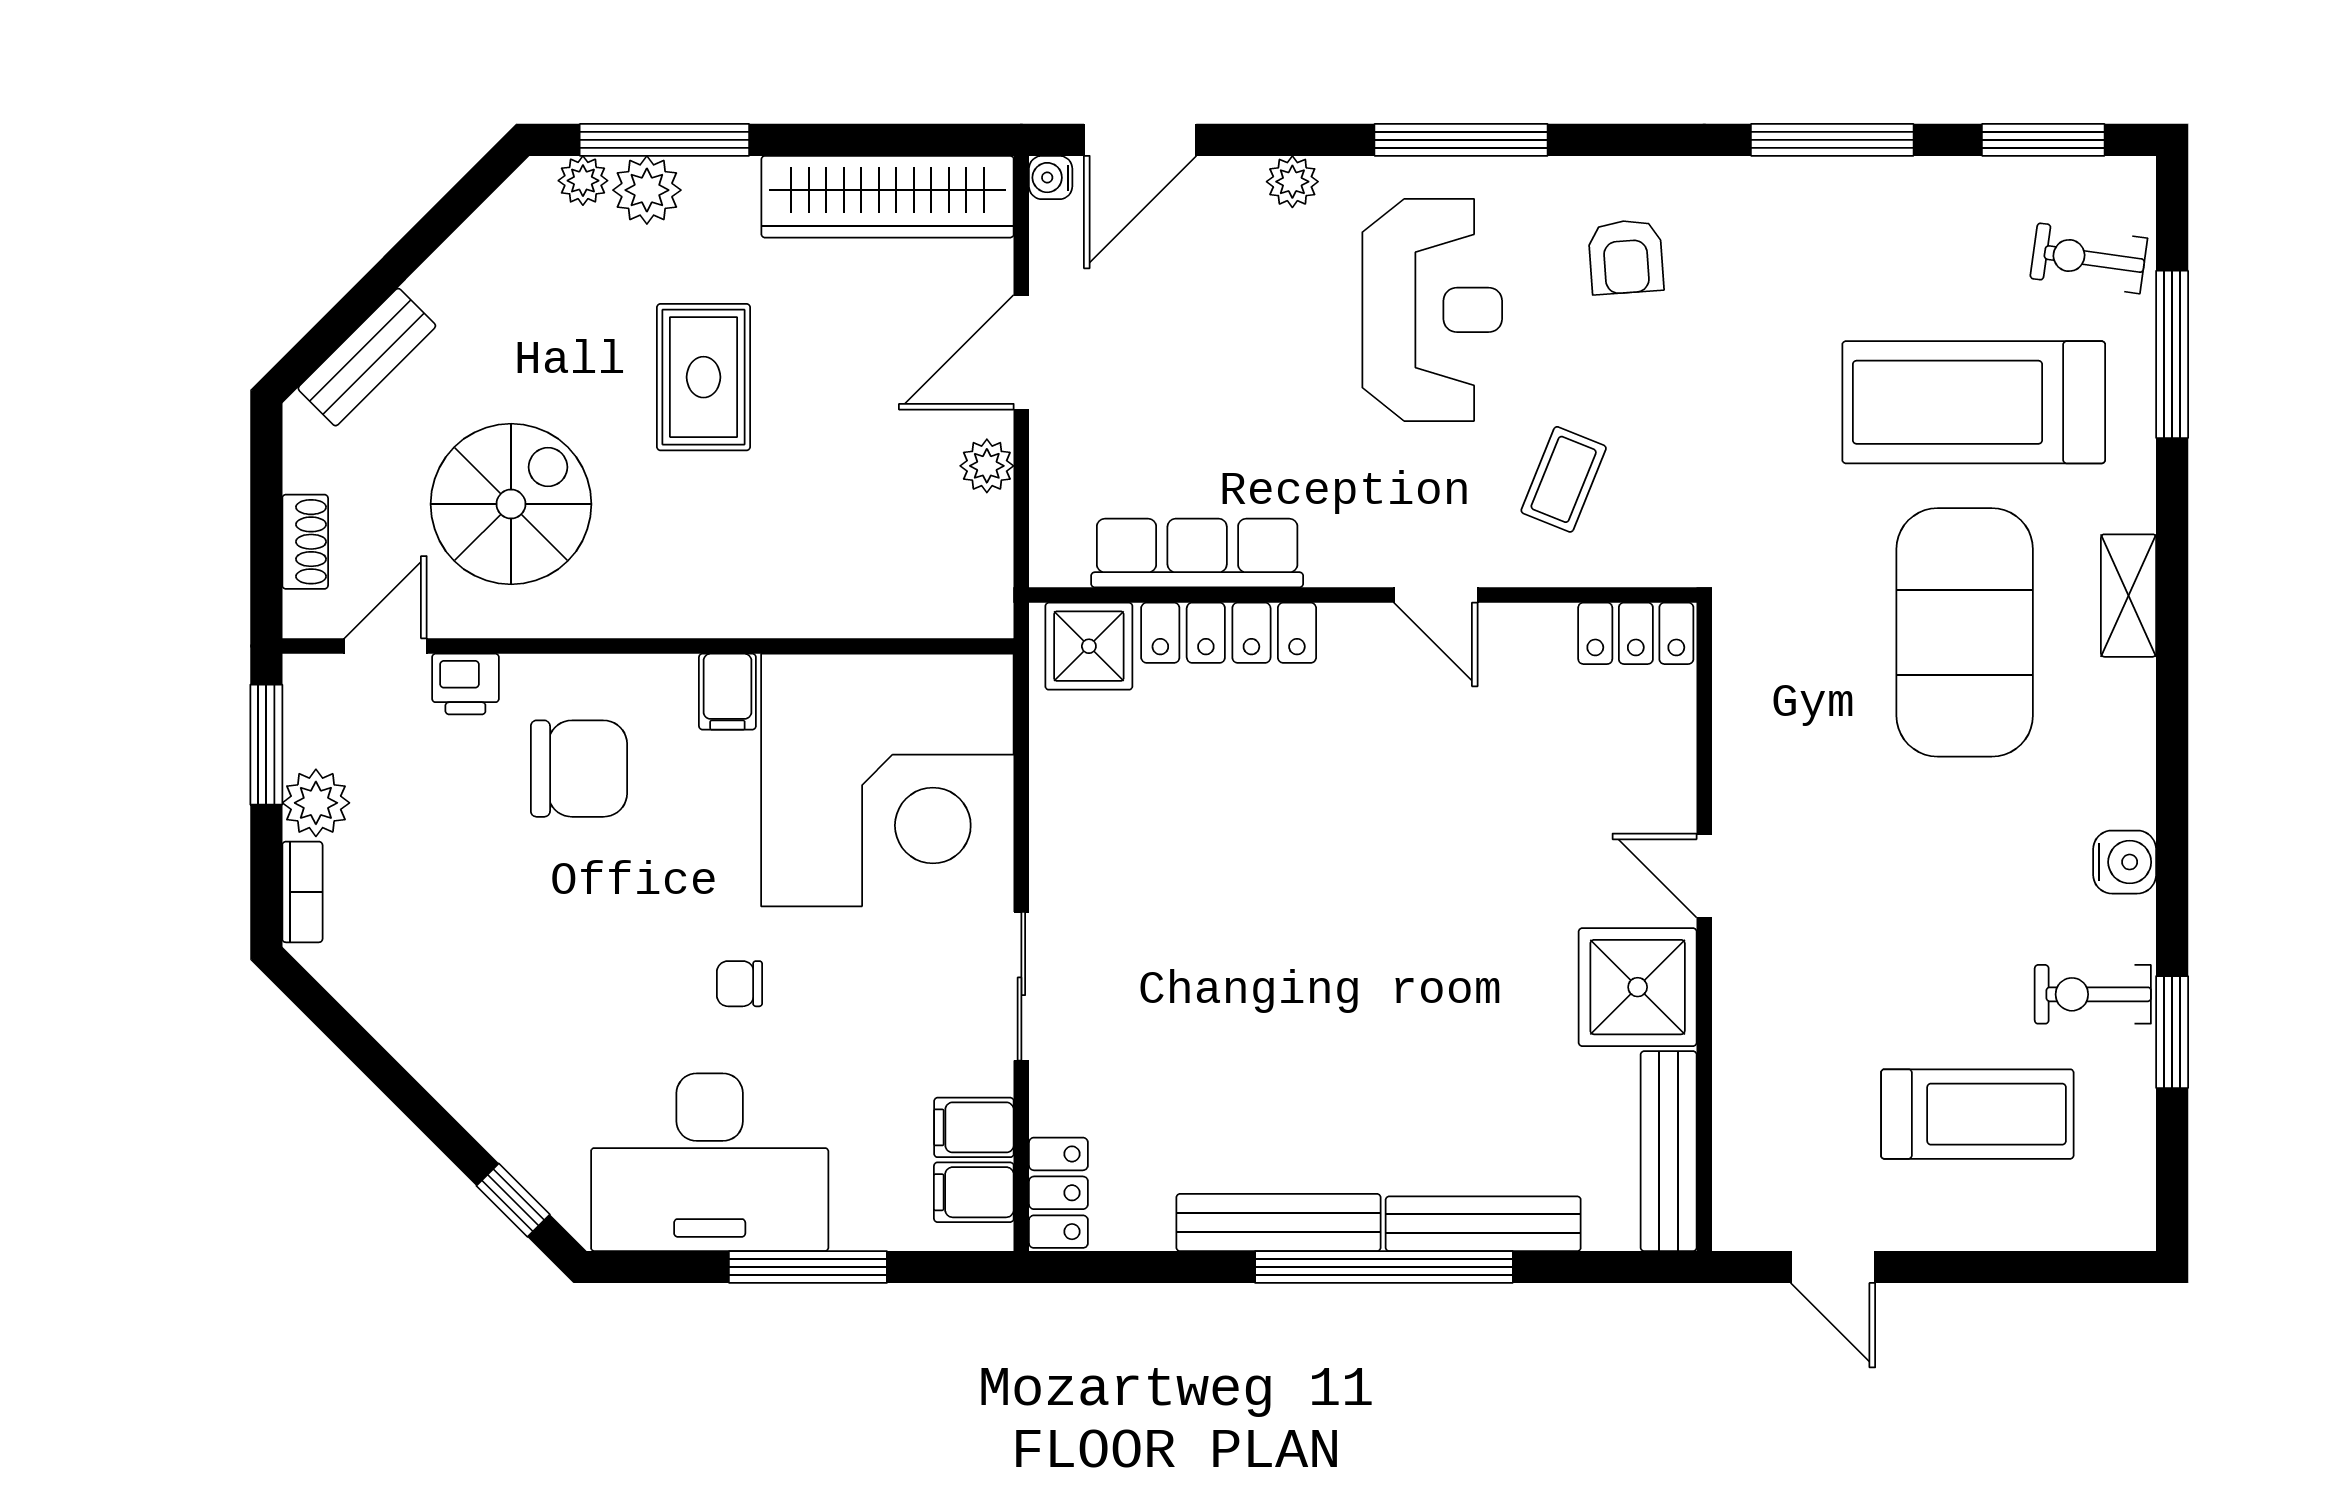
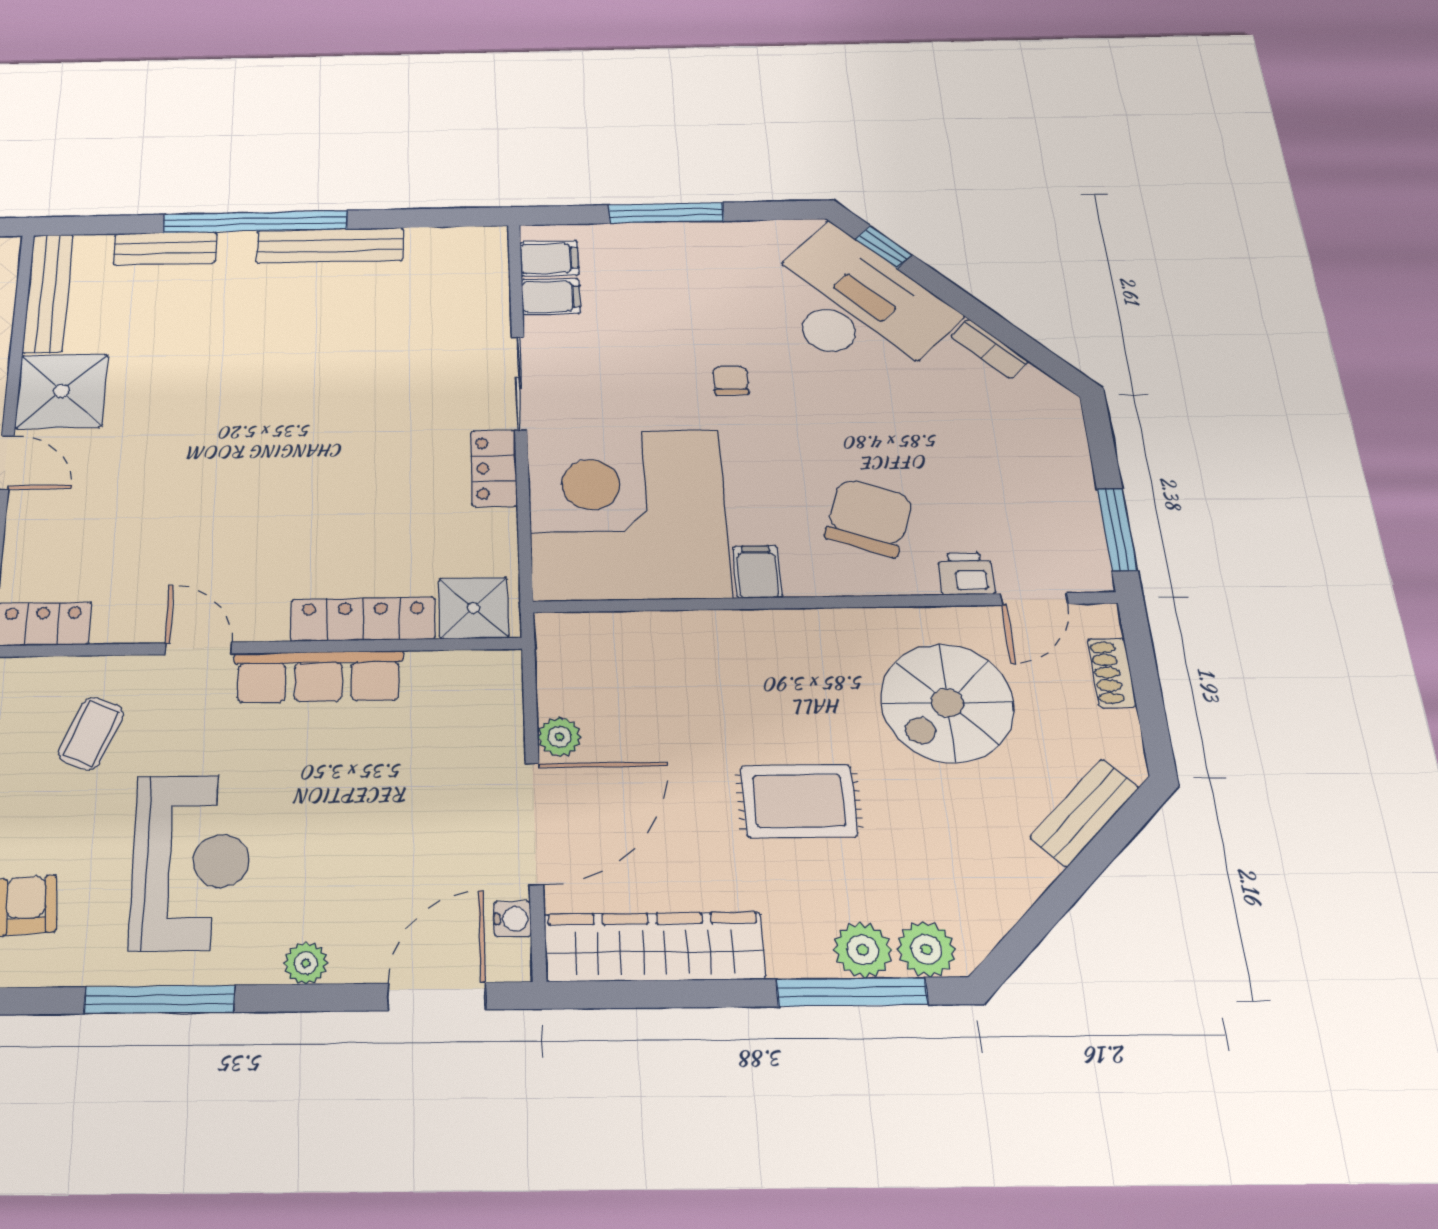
water cooler: (1051, 178) -> (512, 919), moved
plant: (583, 181) -> (926, 949), width x1.38, depth x1.38
reception desk: (1432, 310) -> (191, 861), turned 180
door: (1021, 352) -> (534, 824), width x1.36
rug: (704, 377) -> (799, 801), turned 90
row of seats: (1197, 553) -> (318, 676), moved
chair: (579, 769) -> (869, 517), turned 110
plant: (316, 803) -> (1071, 491), removed
bookcase: (302, 892) -> (990, 349), moved, turned -45
chair: (739, 984) -> (731, 381), turned -90
desk: (710, 1162) -> (855, 306), moved, turned 45
locker: (1058, 1193) -> (494, 468), moved
bench: (1483, 1224) -> (165, 248), width x0.73

